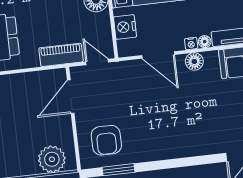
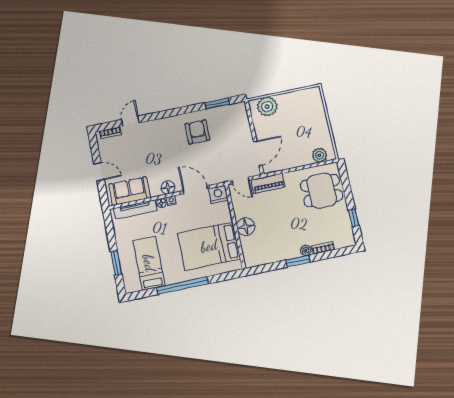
nightstand: (125, 27) -> (218, 194), moved, turned -90
armchair: (106, 140) -> (197, 132), moved

